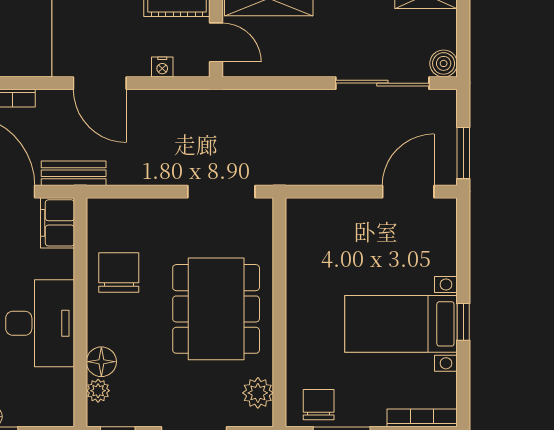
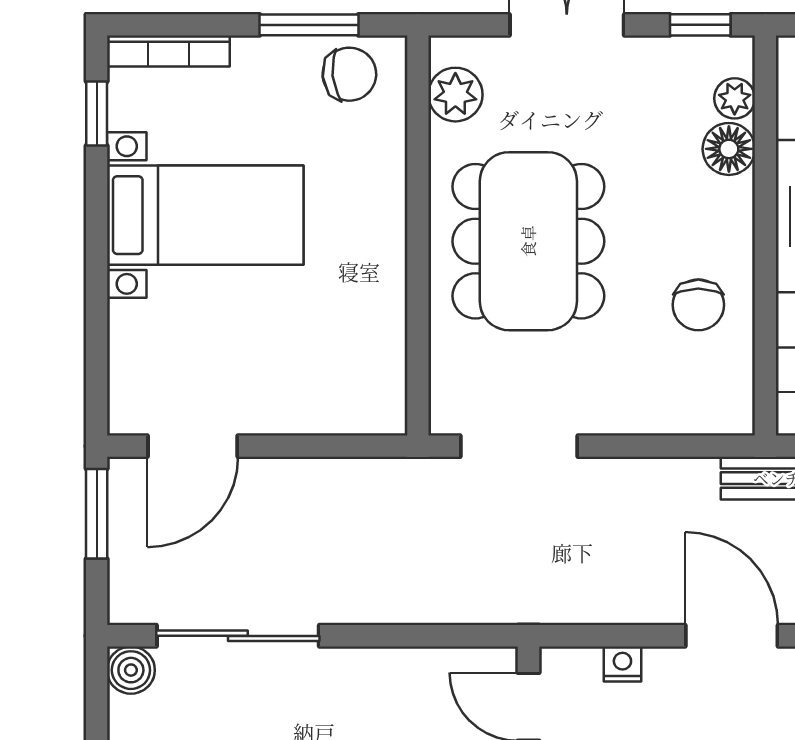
chair: (119, 272) -> (698, 305), width x0.73, depth x0.73
window: (463, 322) -> (97, 113), moved
chair: (319, 405) -> (349, 74), turned -96

